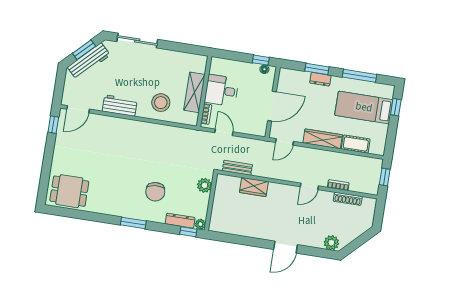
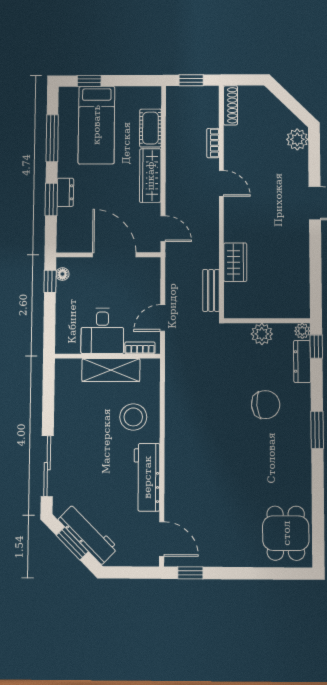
workbench: (120, 106) -> (147, 477), width x1.37
plant: (204, 185) -> (262, 334), moved
shoe rack: (348, 199) -> (230, 105), moved

